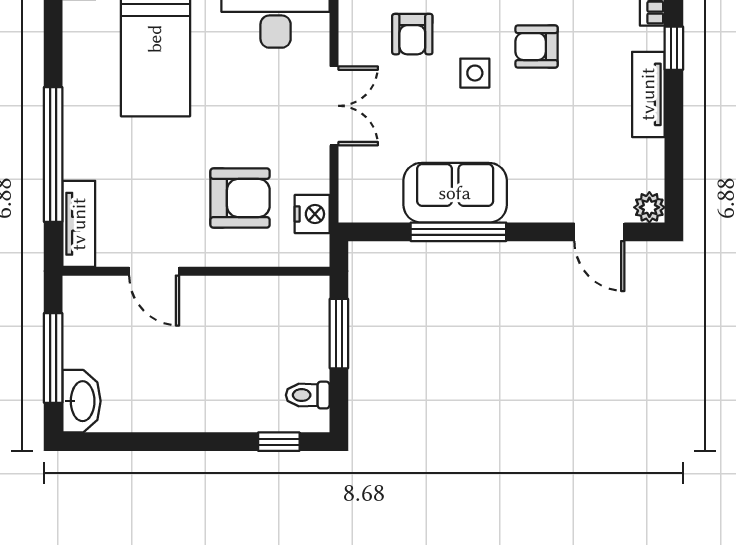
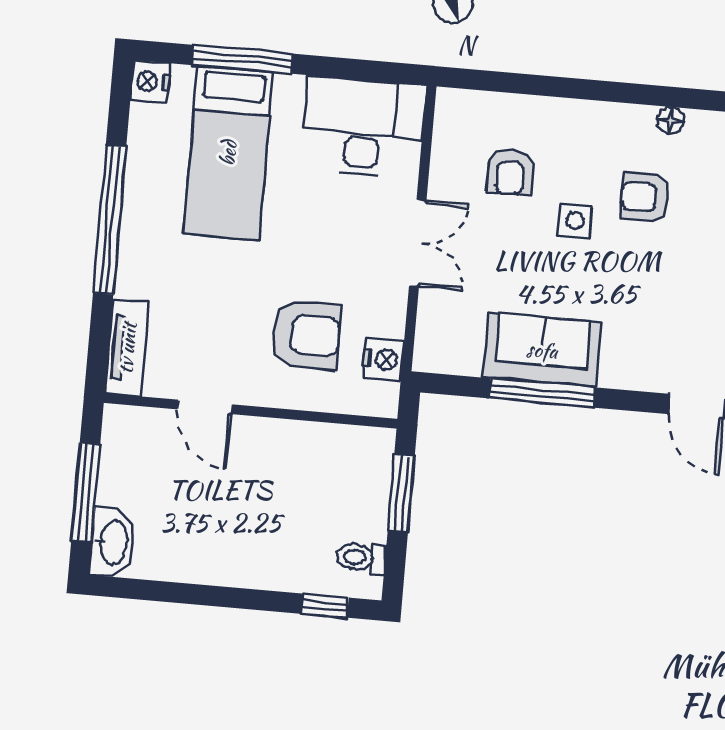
window: (53, 155) -> (110, 220), moved

